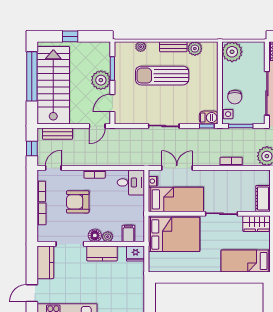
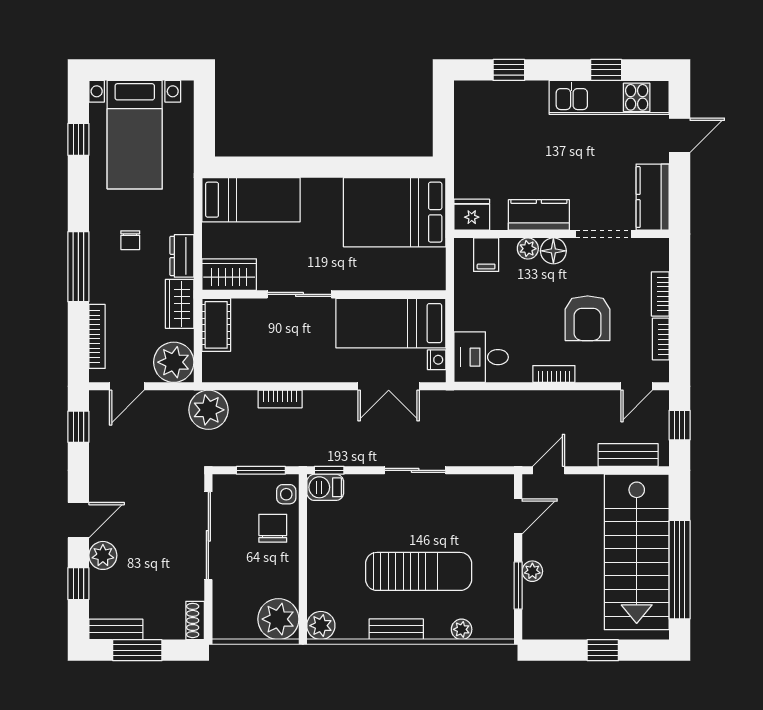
plant: (195, 49) -> (321, 626), moved
plant: (101, 80) -> (532, 571), width x0.53, depth x0.53
armchair: (78, 202) -> (588, 318), turned 90
bed: (174, 234) -> (395, 212), moved

